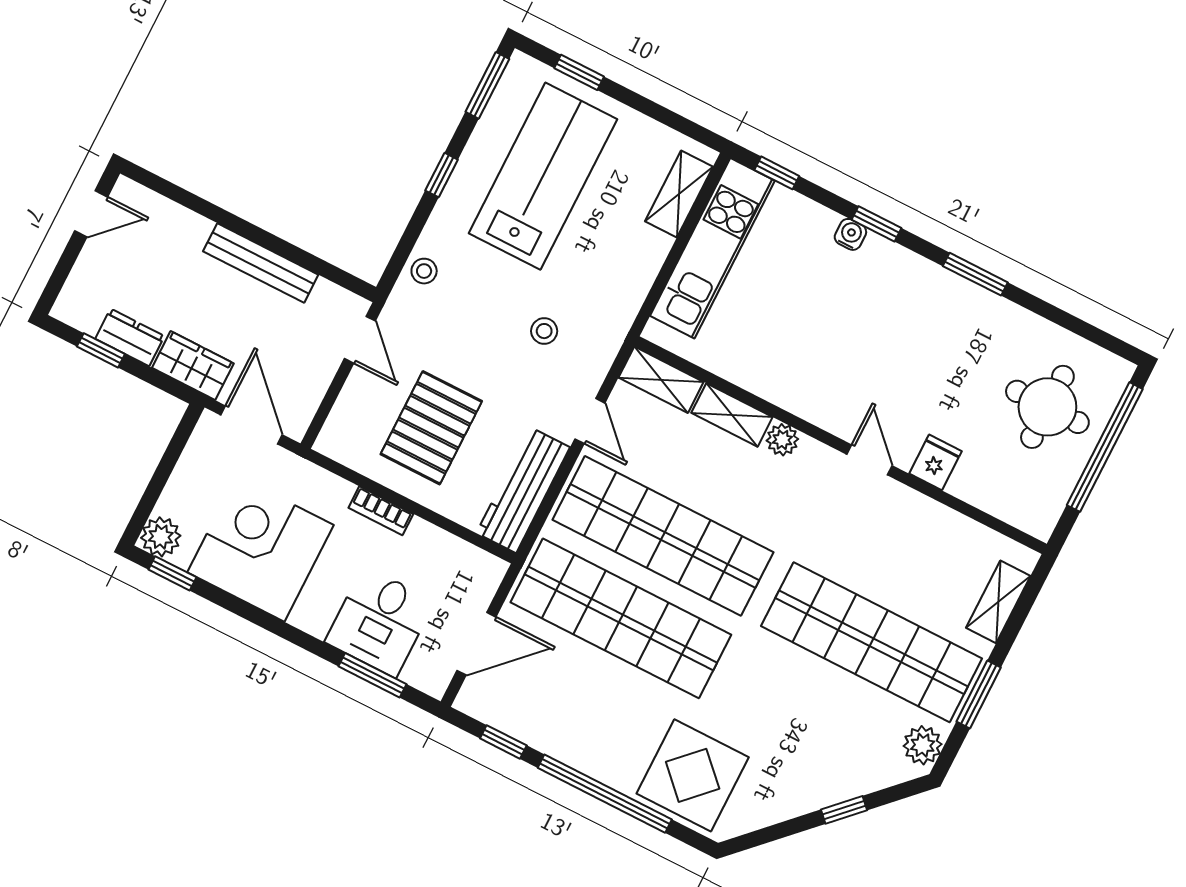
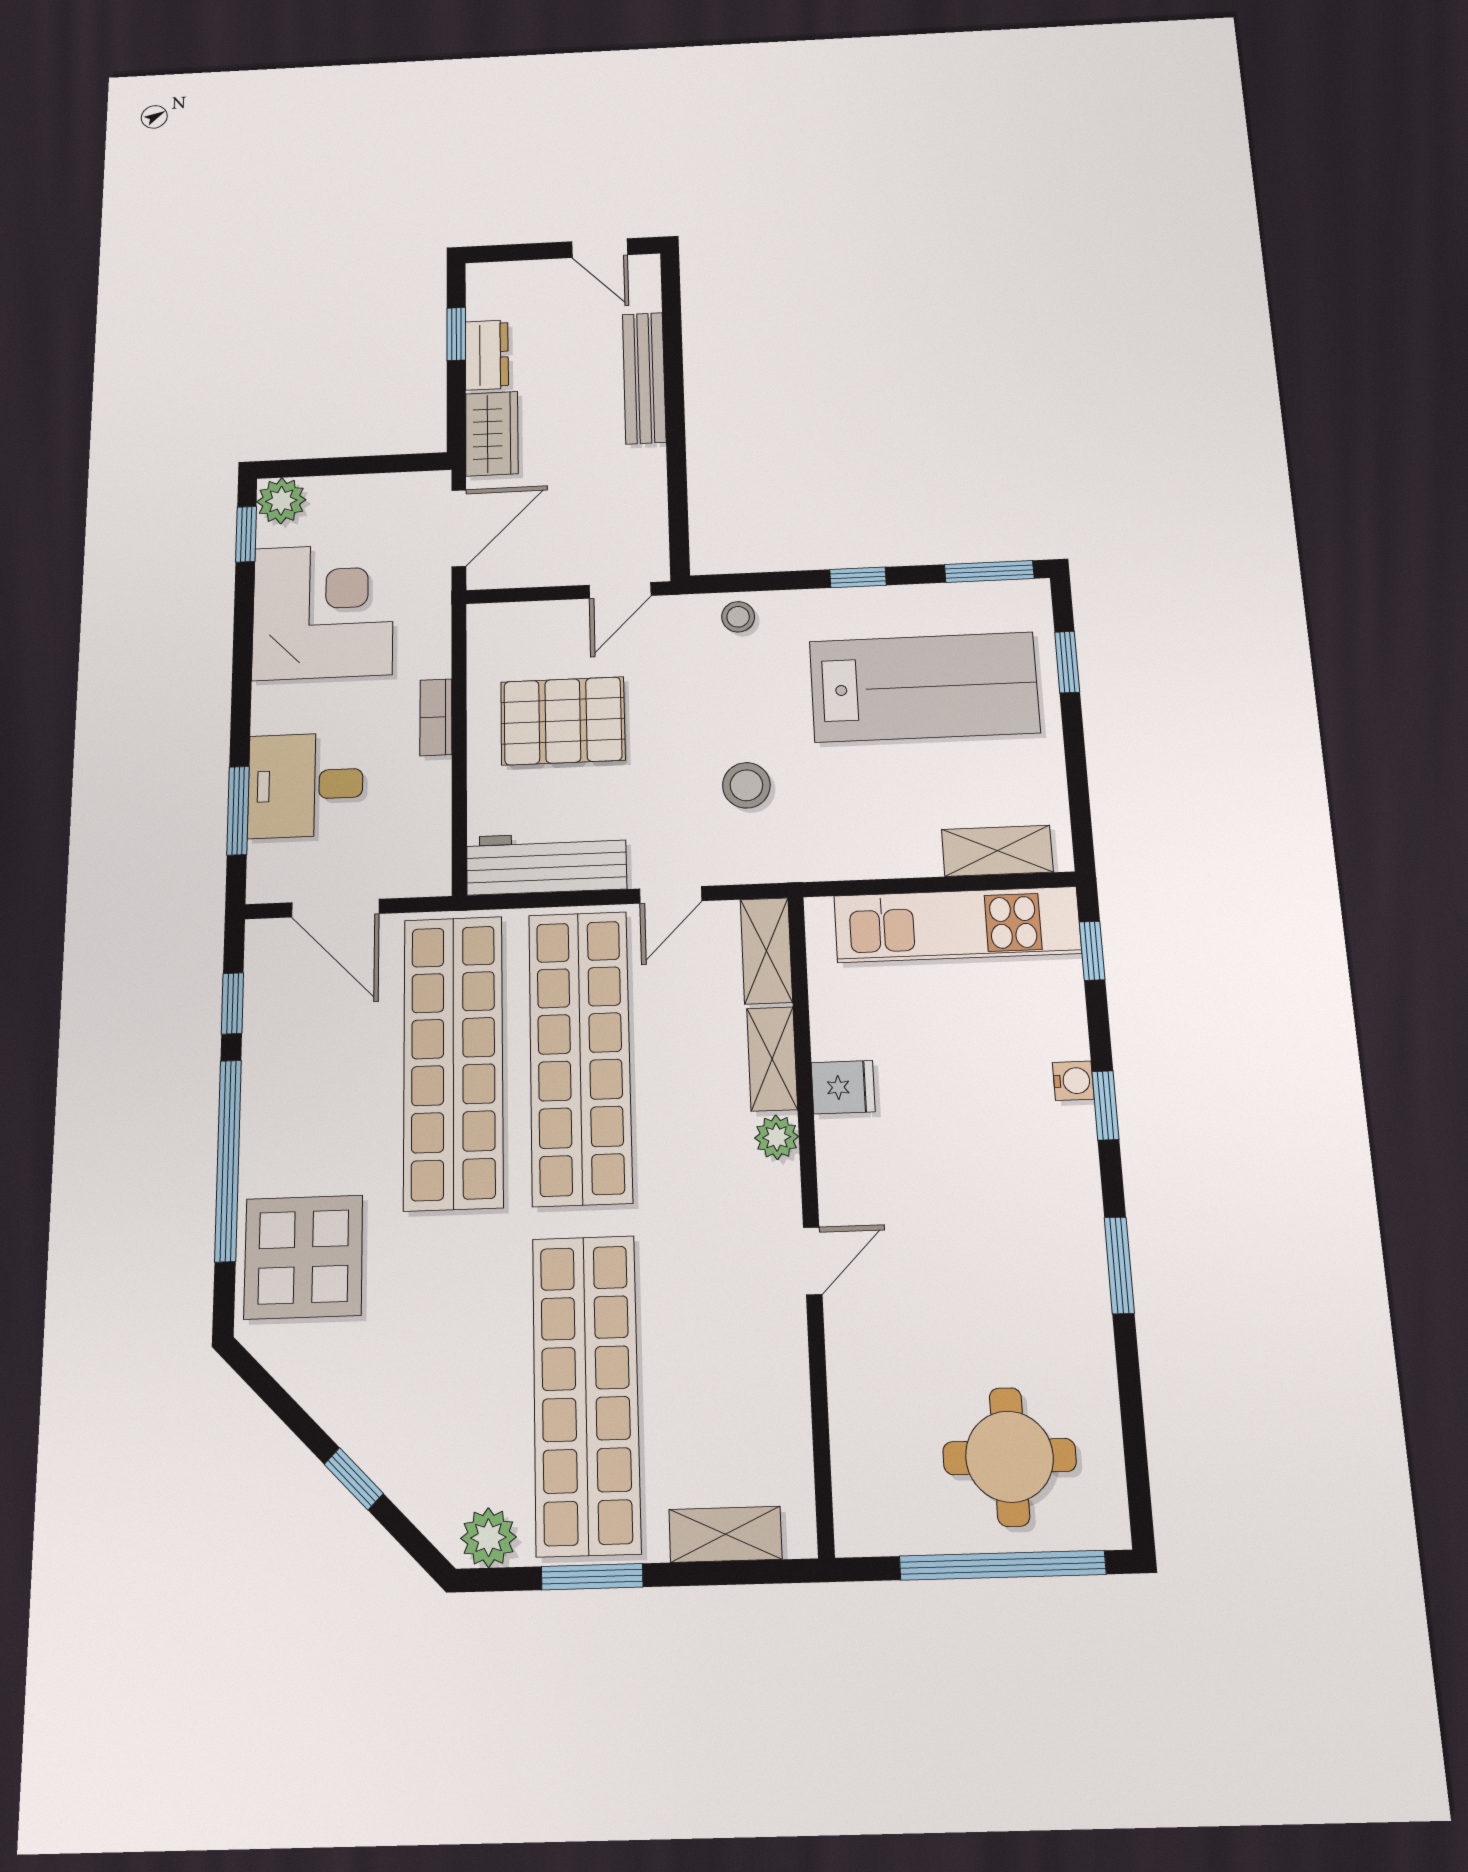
bench: (261, 263) -> (644, 378), moved
stool: (544, 331) -> (746, 785), width x1.37, depth x1.37
fridge: (935, 462) -> (843, 1087), moved

